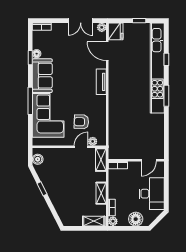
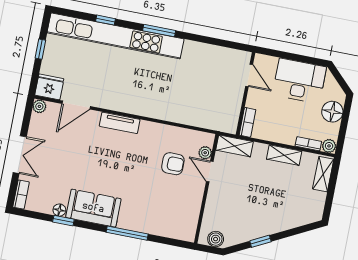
double door: (81, 21) -> (20, 155), moved
corner sofa: (48, 115) -> (154, 211), removed
armchair: (81, 122) -> (173, 164), turned -92

